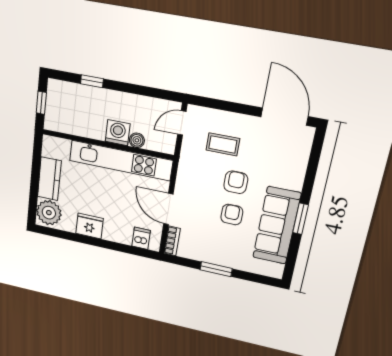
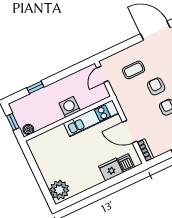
boiler: (137, 140) -> (28, 129), moved
kitchen unit: (121, 160) -> (91, 118), width x0.73
kitchen counter: (49, 179) -> (46, 167), removed
fridge: (90, 226) -> (111, 169), moved

